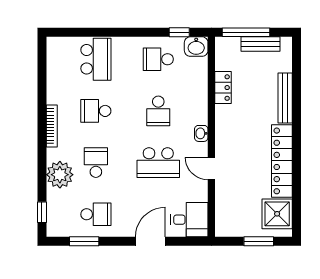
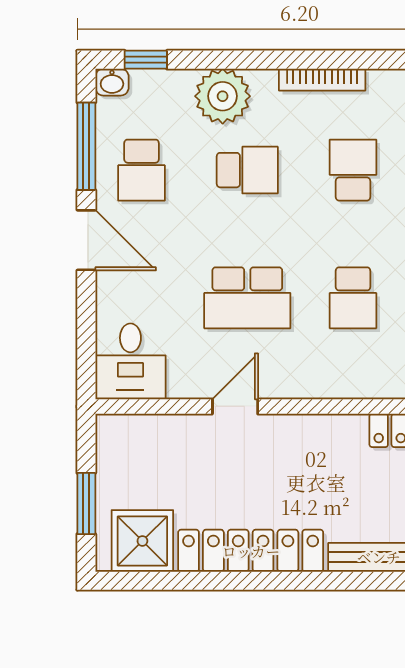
school desk: (158, 111) -> (353, 298), turned -90
washbasin: (201, 133) -> (112, 82), moved, turned 180
school desk: (158, 163) -> (247, 298), turned -90
window: (84, 241) -> (86, 146), width x1.44
door: (150, 241) -> (86, 240), moved

